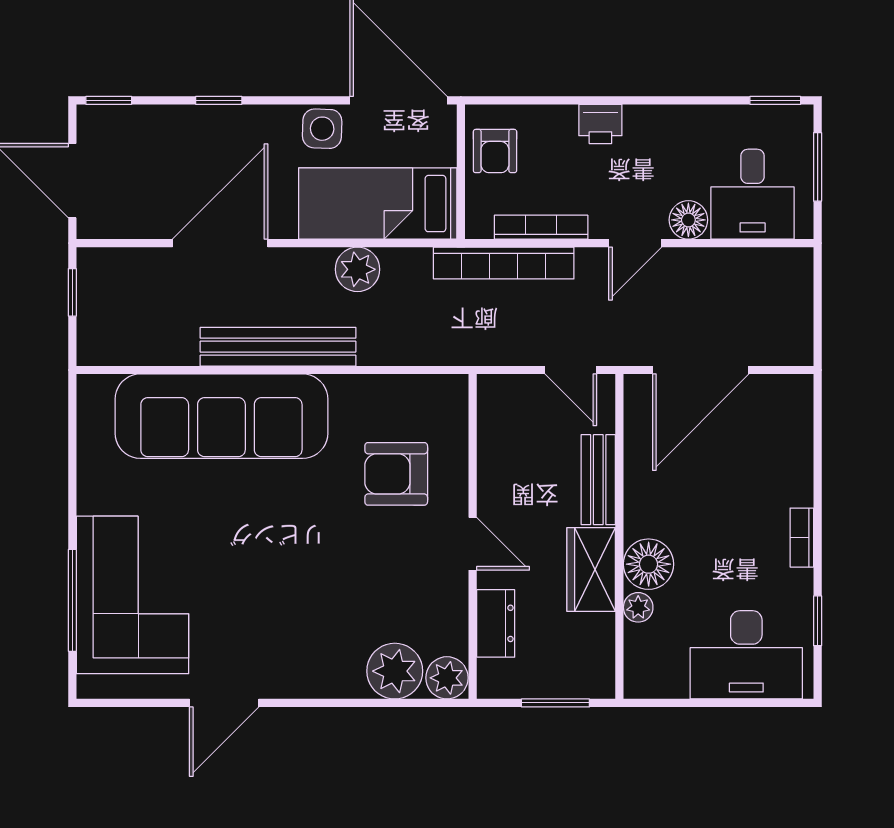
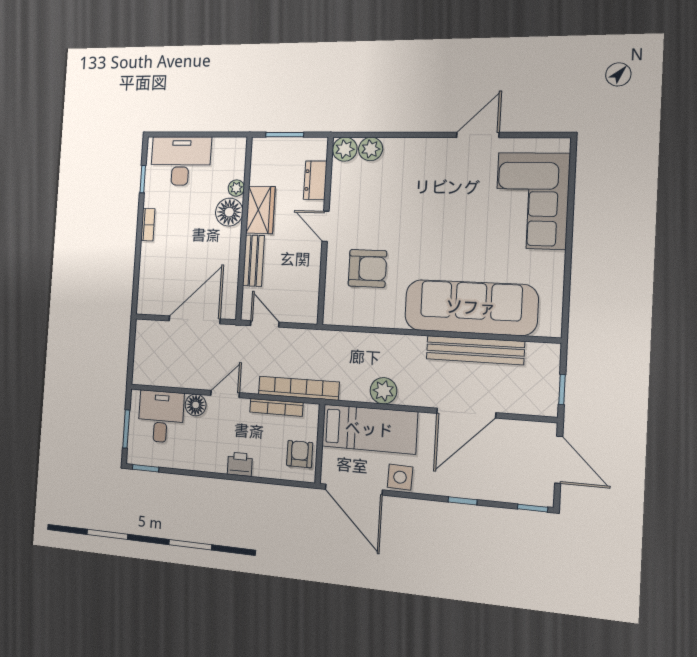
bench: (278, 347) -> (475, 350), moved
window: (72, 600) -> (571, 198), removed
plant: (395, 671) -> (371, 149), width x0.73, depth x0.73

